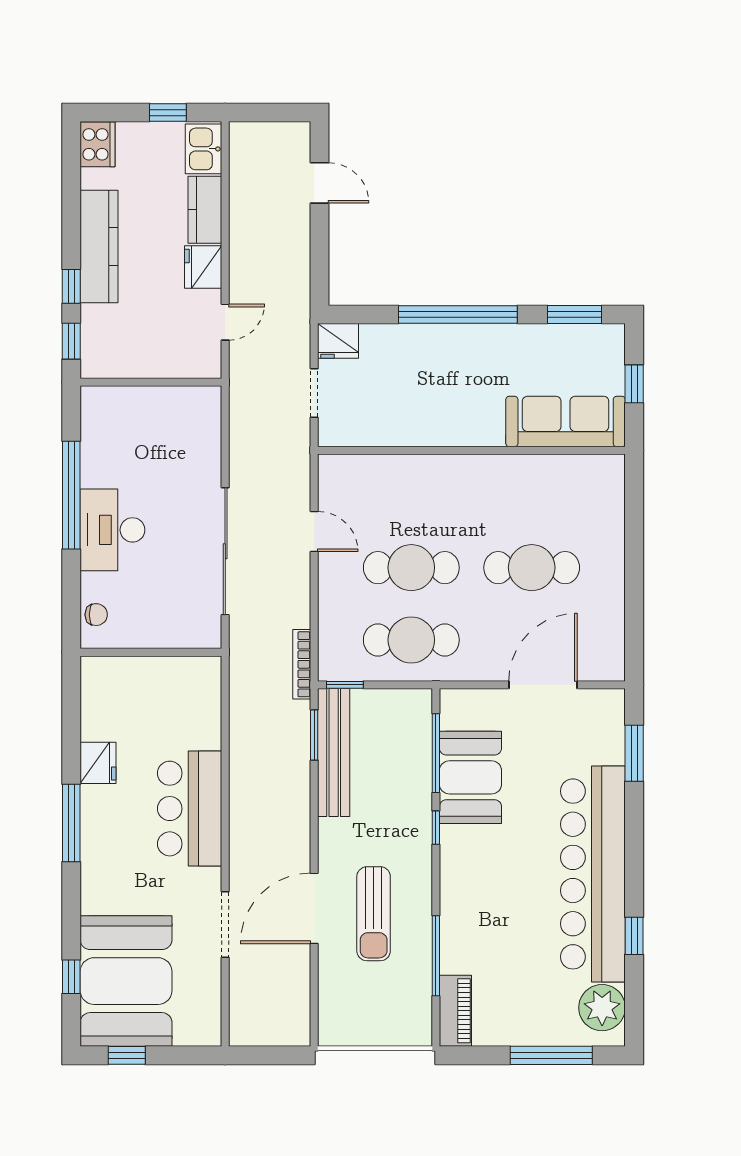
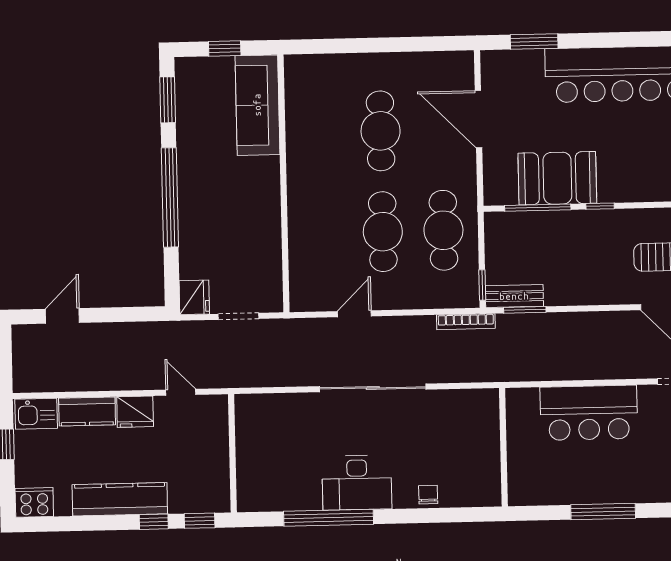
wall: (151, 652) -> (503, 447), moved
bench: (334, 753) -> (514, 296), width x0.54, depth x0.82
fridge: (98, 763) -> (552, 490), removed

